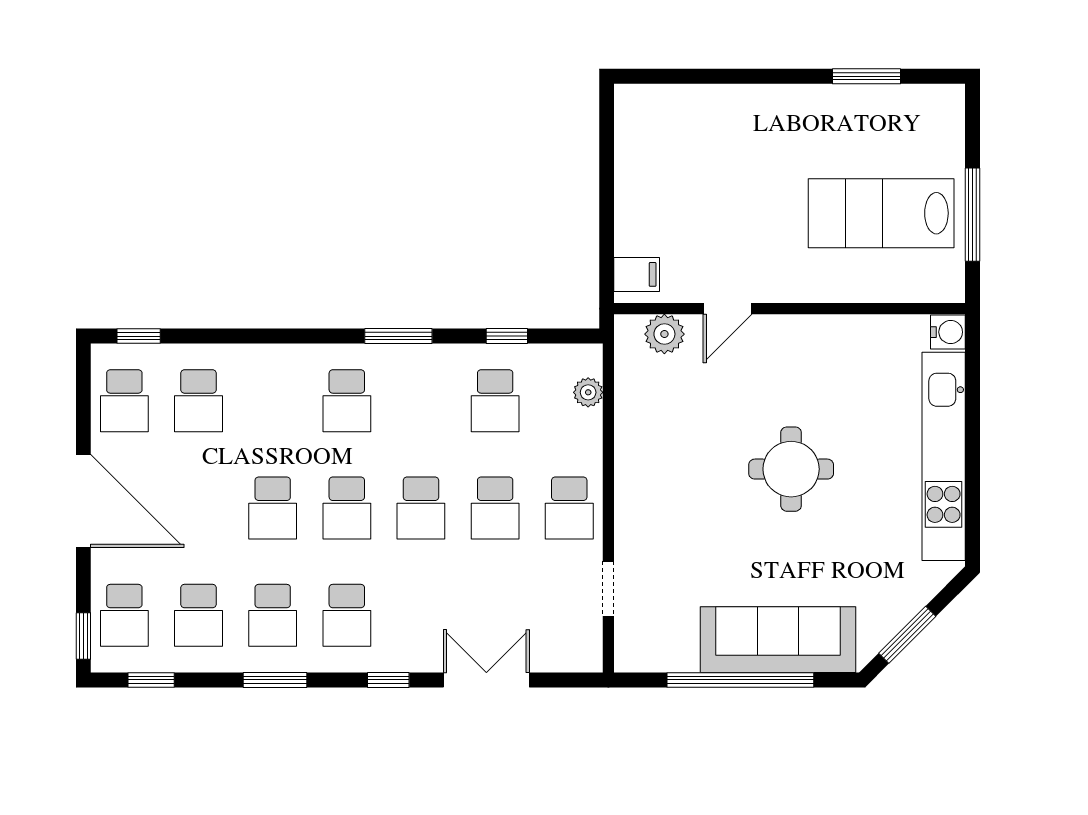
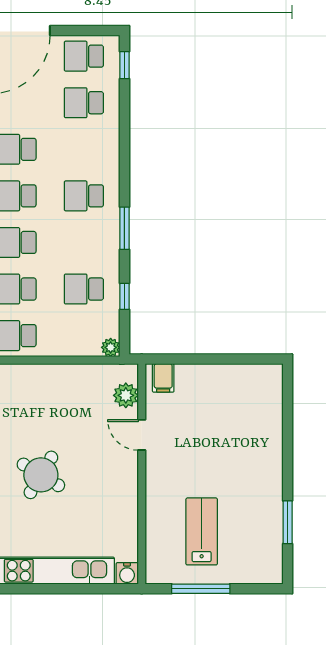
lab bench: (881, 213) -> (202, 531), width x0.73, depth x0.72
plant: (588, 392) -> (111, 347), moved
round table: (791, 469) -> (41, 475), turned 31

